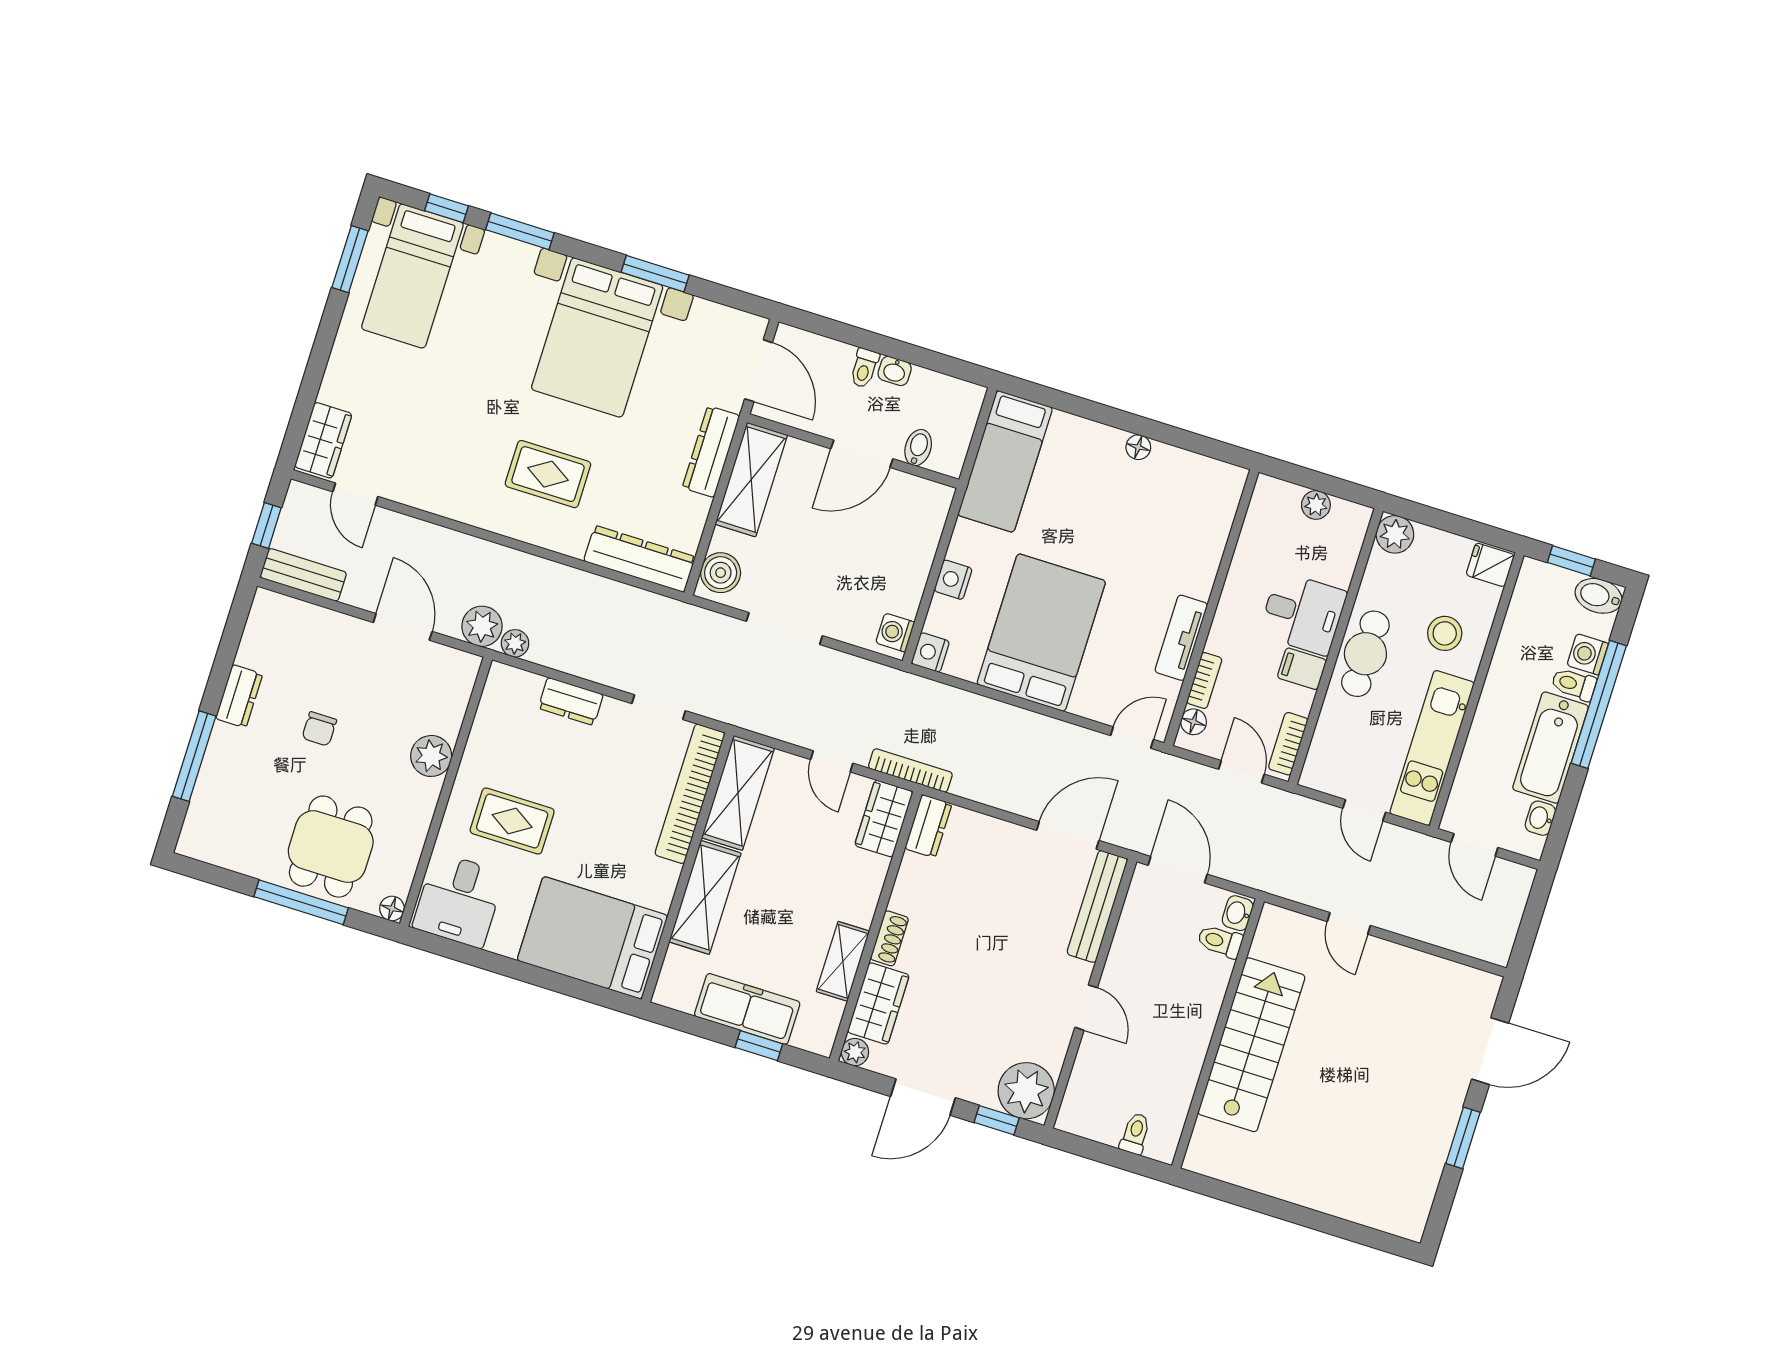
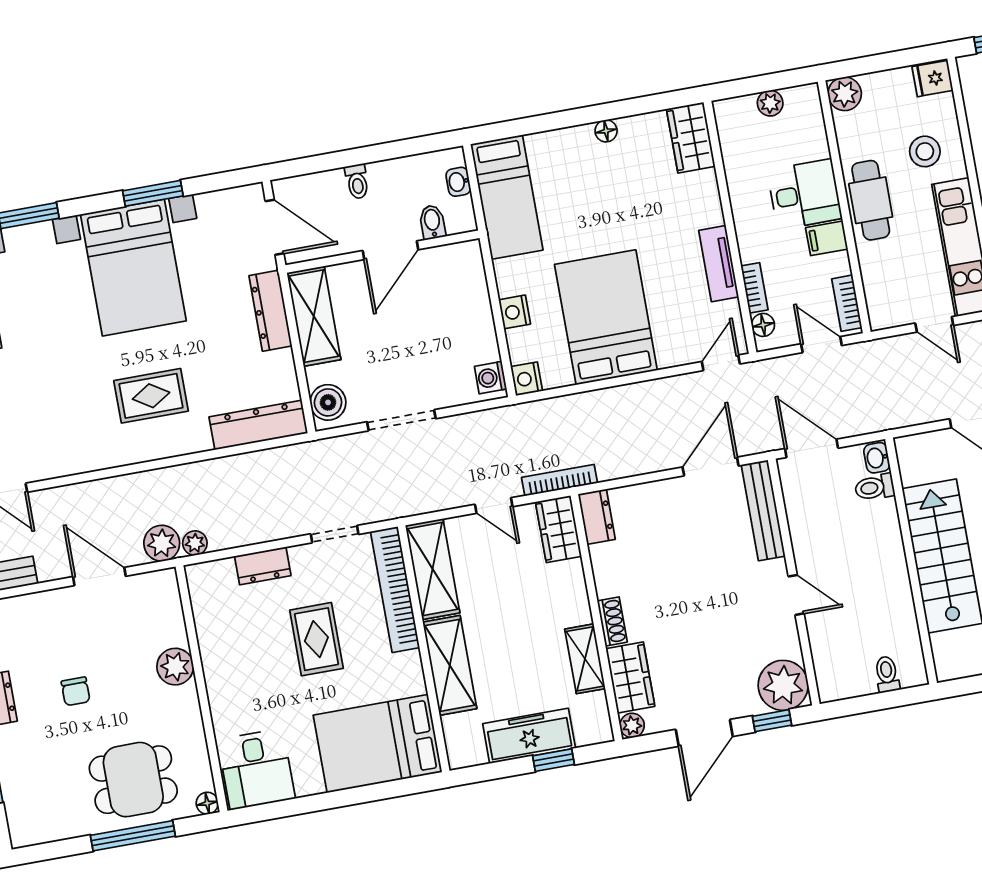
washbasin: (895, 371) -> (458, 182), moved, turned 90
wardrobe: (1219, 498) -> (691, 138), added
rug: (512, 821) -> (316, 639), moved, turned 90
dining table: (331, 847) -> (133, 780), turned 90

